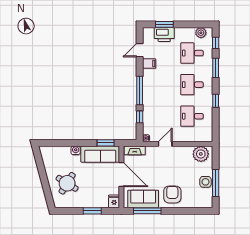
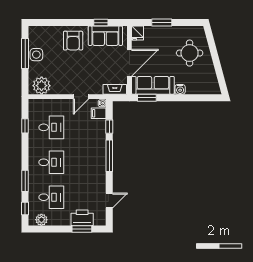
filing cabinet: (149, 64) -> (99, 113), moved
window: (216, 101) -> (25, 126), moved
door: (121, 174) -> (129, 63), swing flipped
round table: (67, 183) -> (190, 53), turned -32
window: (147, 211) -> (101, 23), width x0.46

